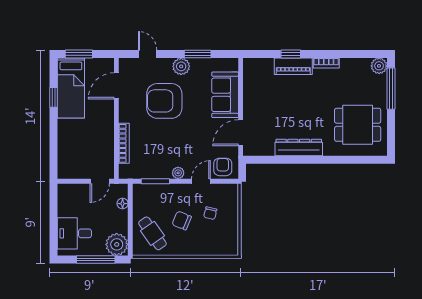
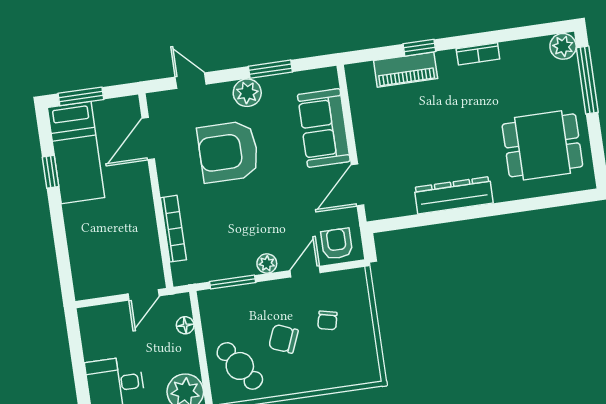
piano: (293, 66) -> (406, 70), moved

